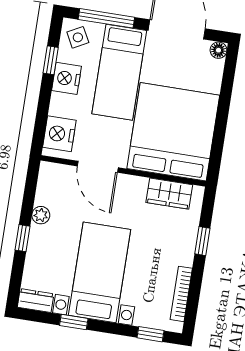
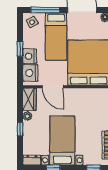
window: (51, 60) -> (20, 49), moved
nightstand: (67, 78) -> (30, 56), moved
wardrobe: (169, 194) -> (29, 99), moved, turned -90

